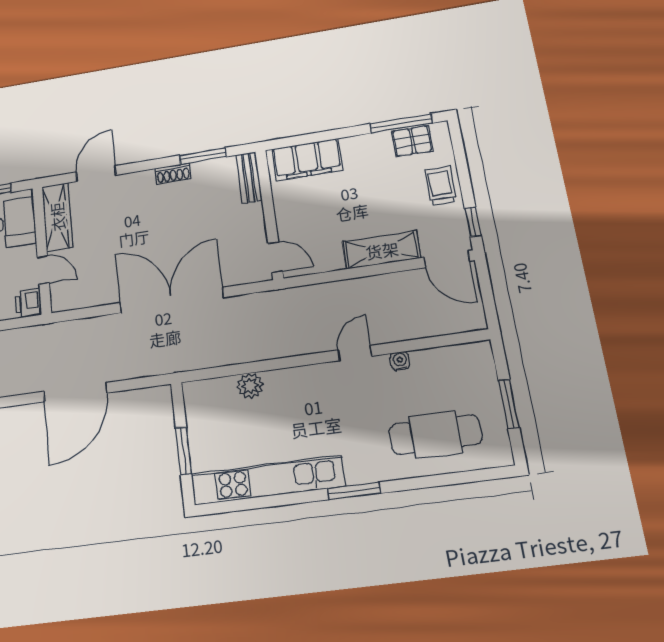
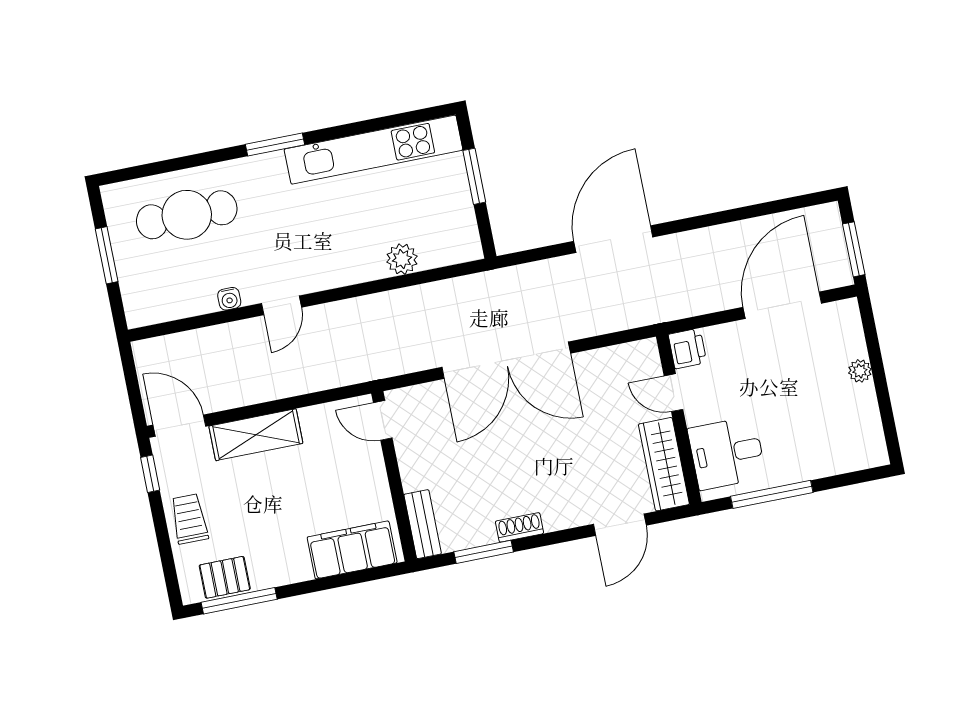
trolley: (440, 186) -> (189, 519), turned 180

